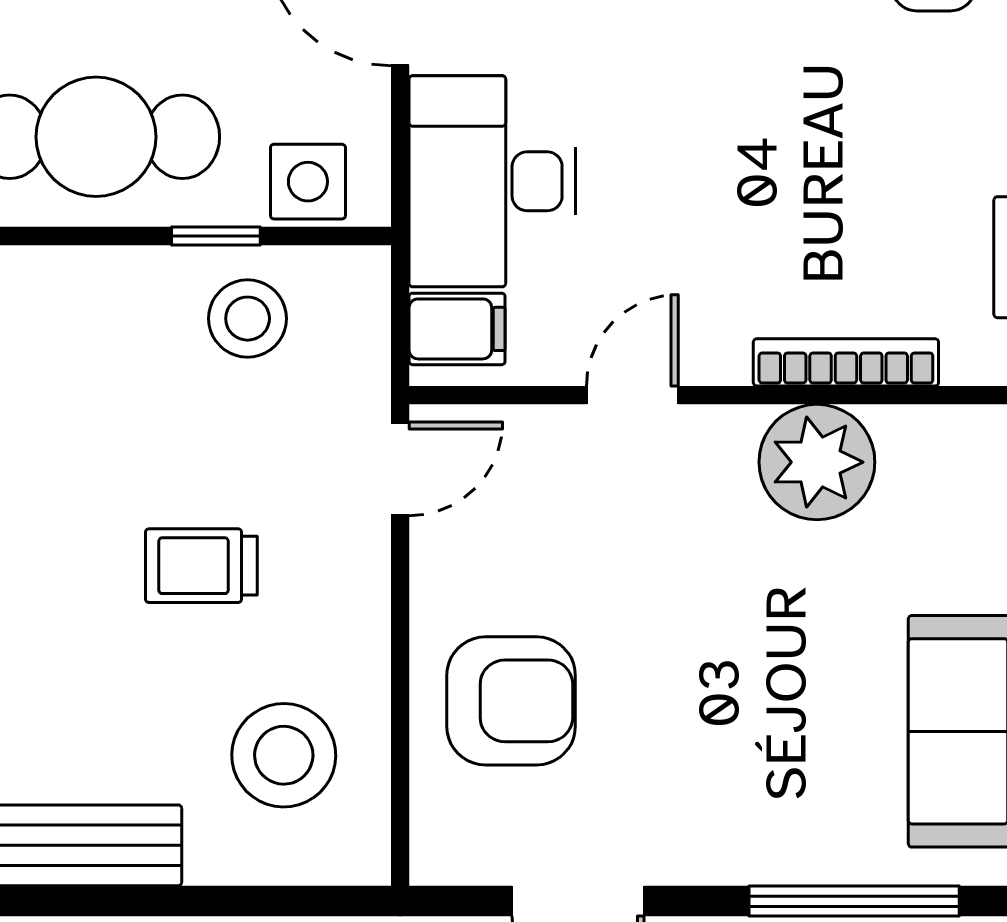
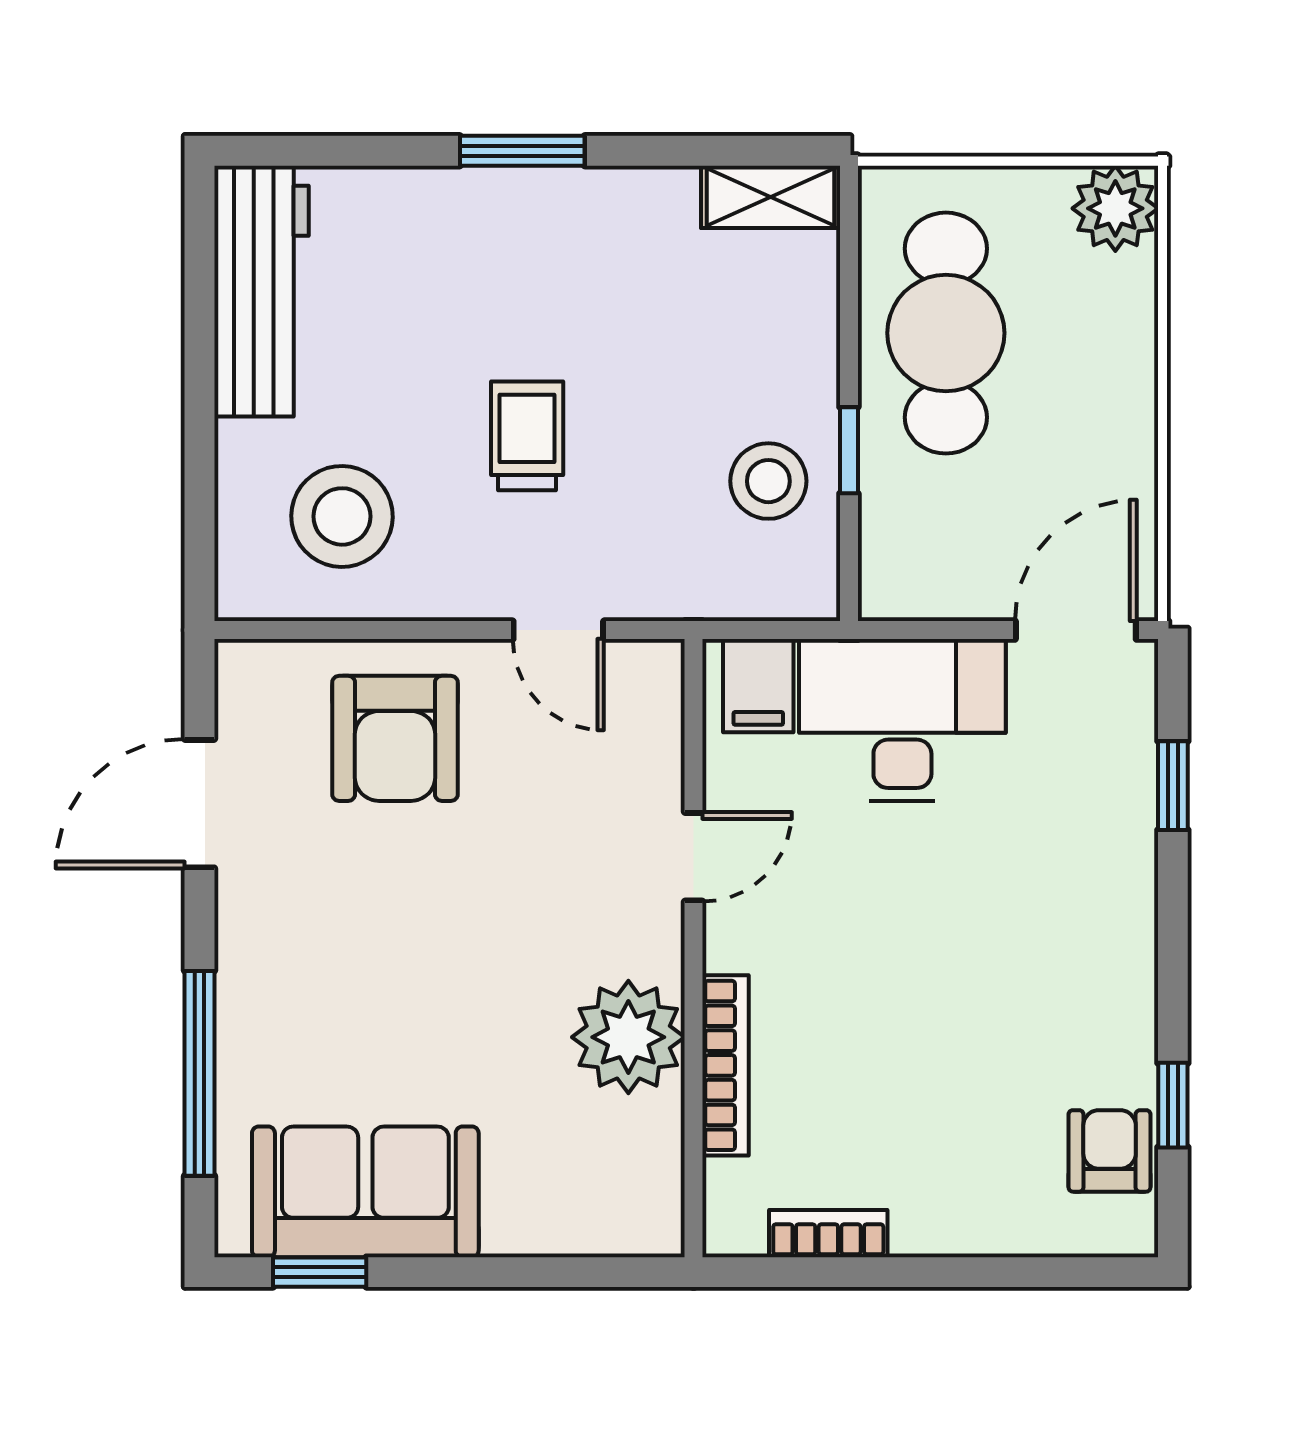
side table: (308, 182) -> (902, 540), removed
door: (632, 395) -> (694, 857), hinge flipped
door: (400, 469) -> (558, 630), moved

